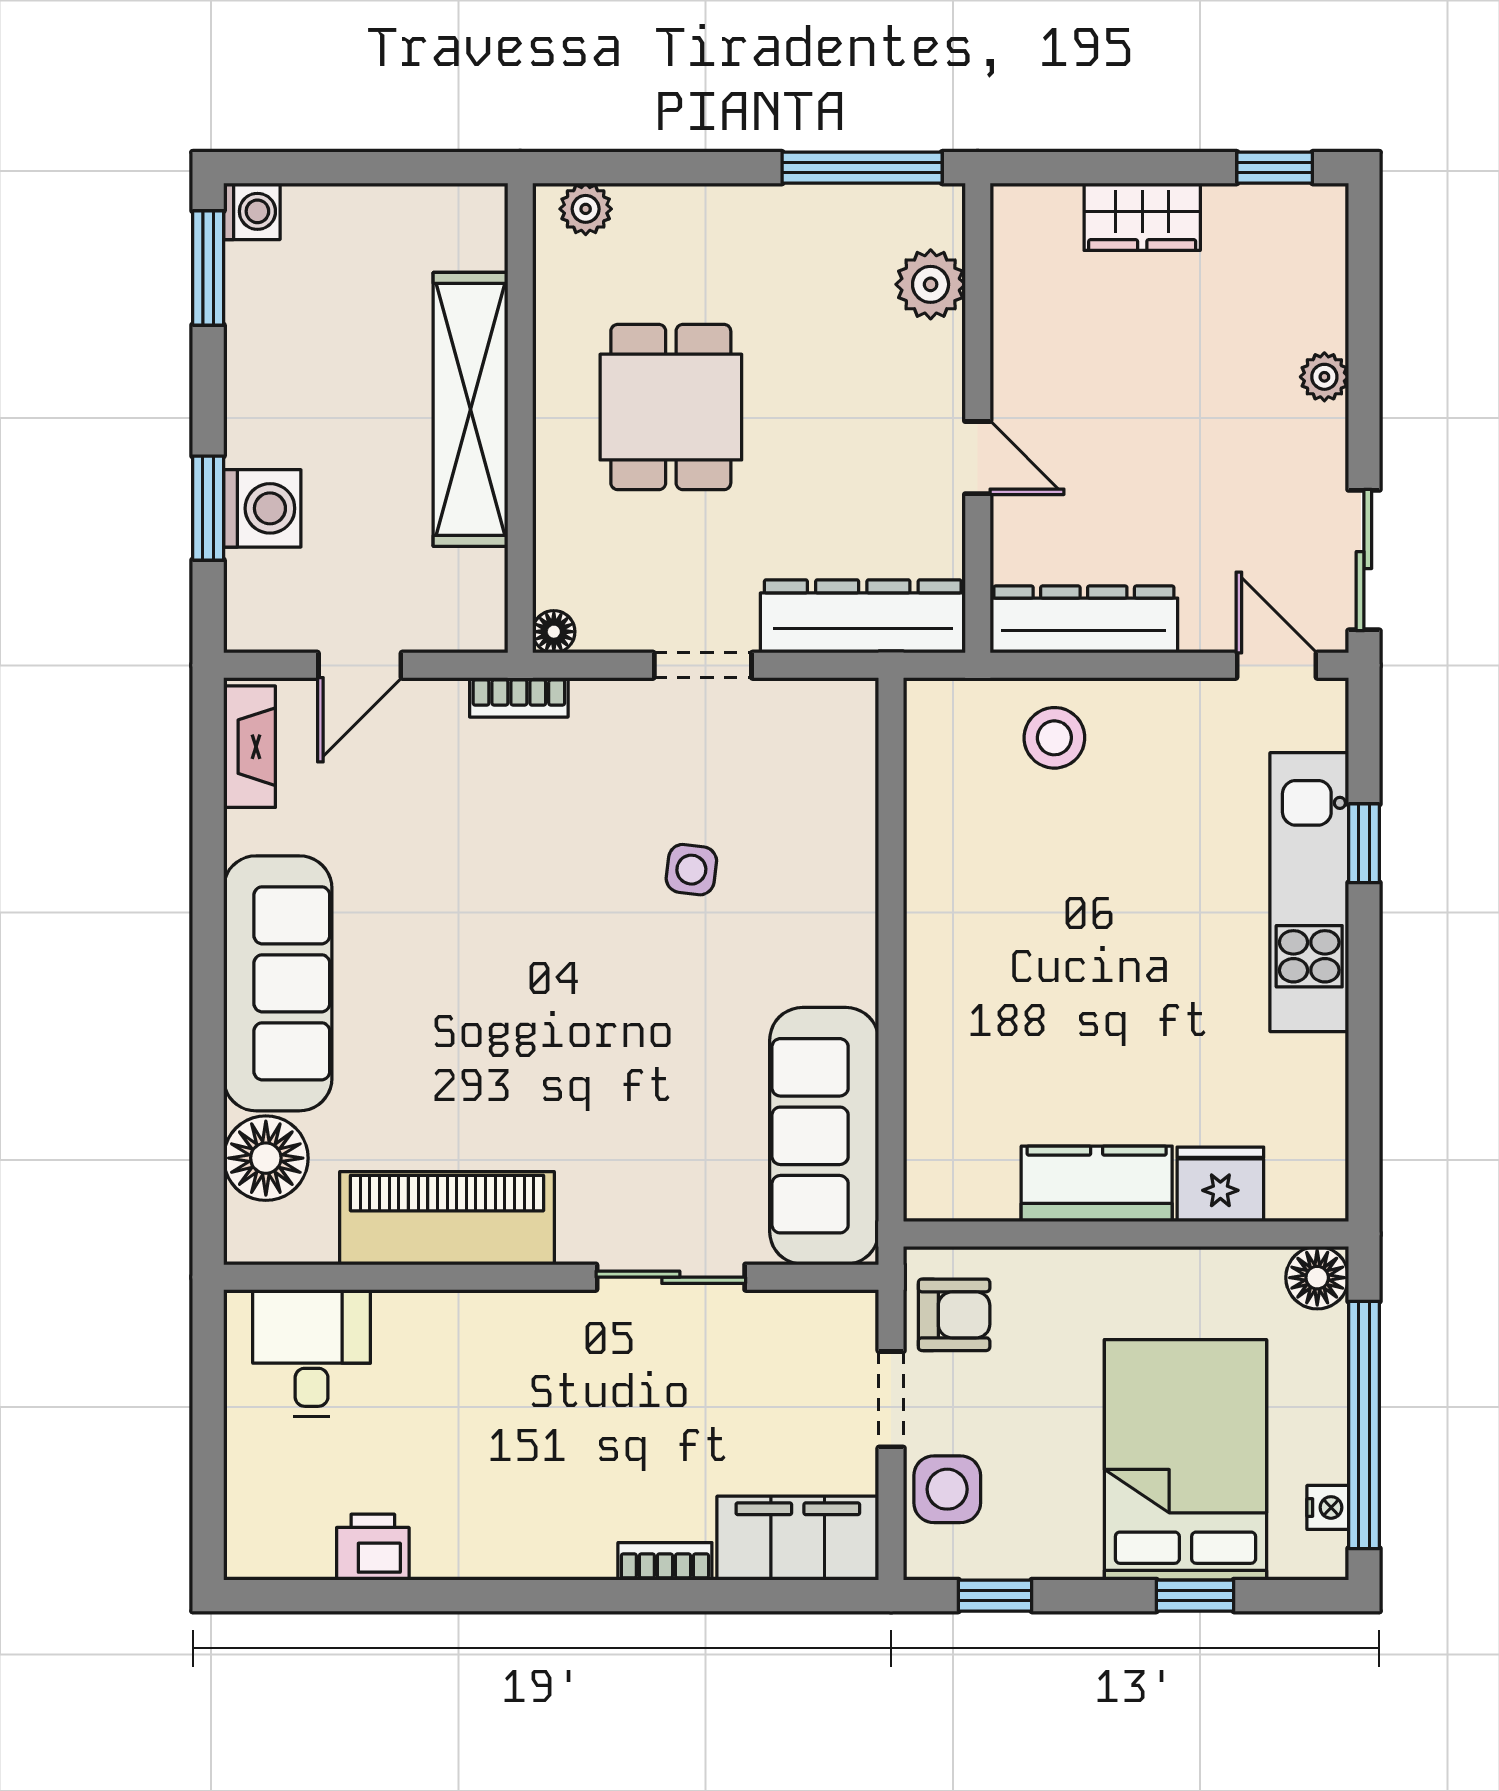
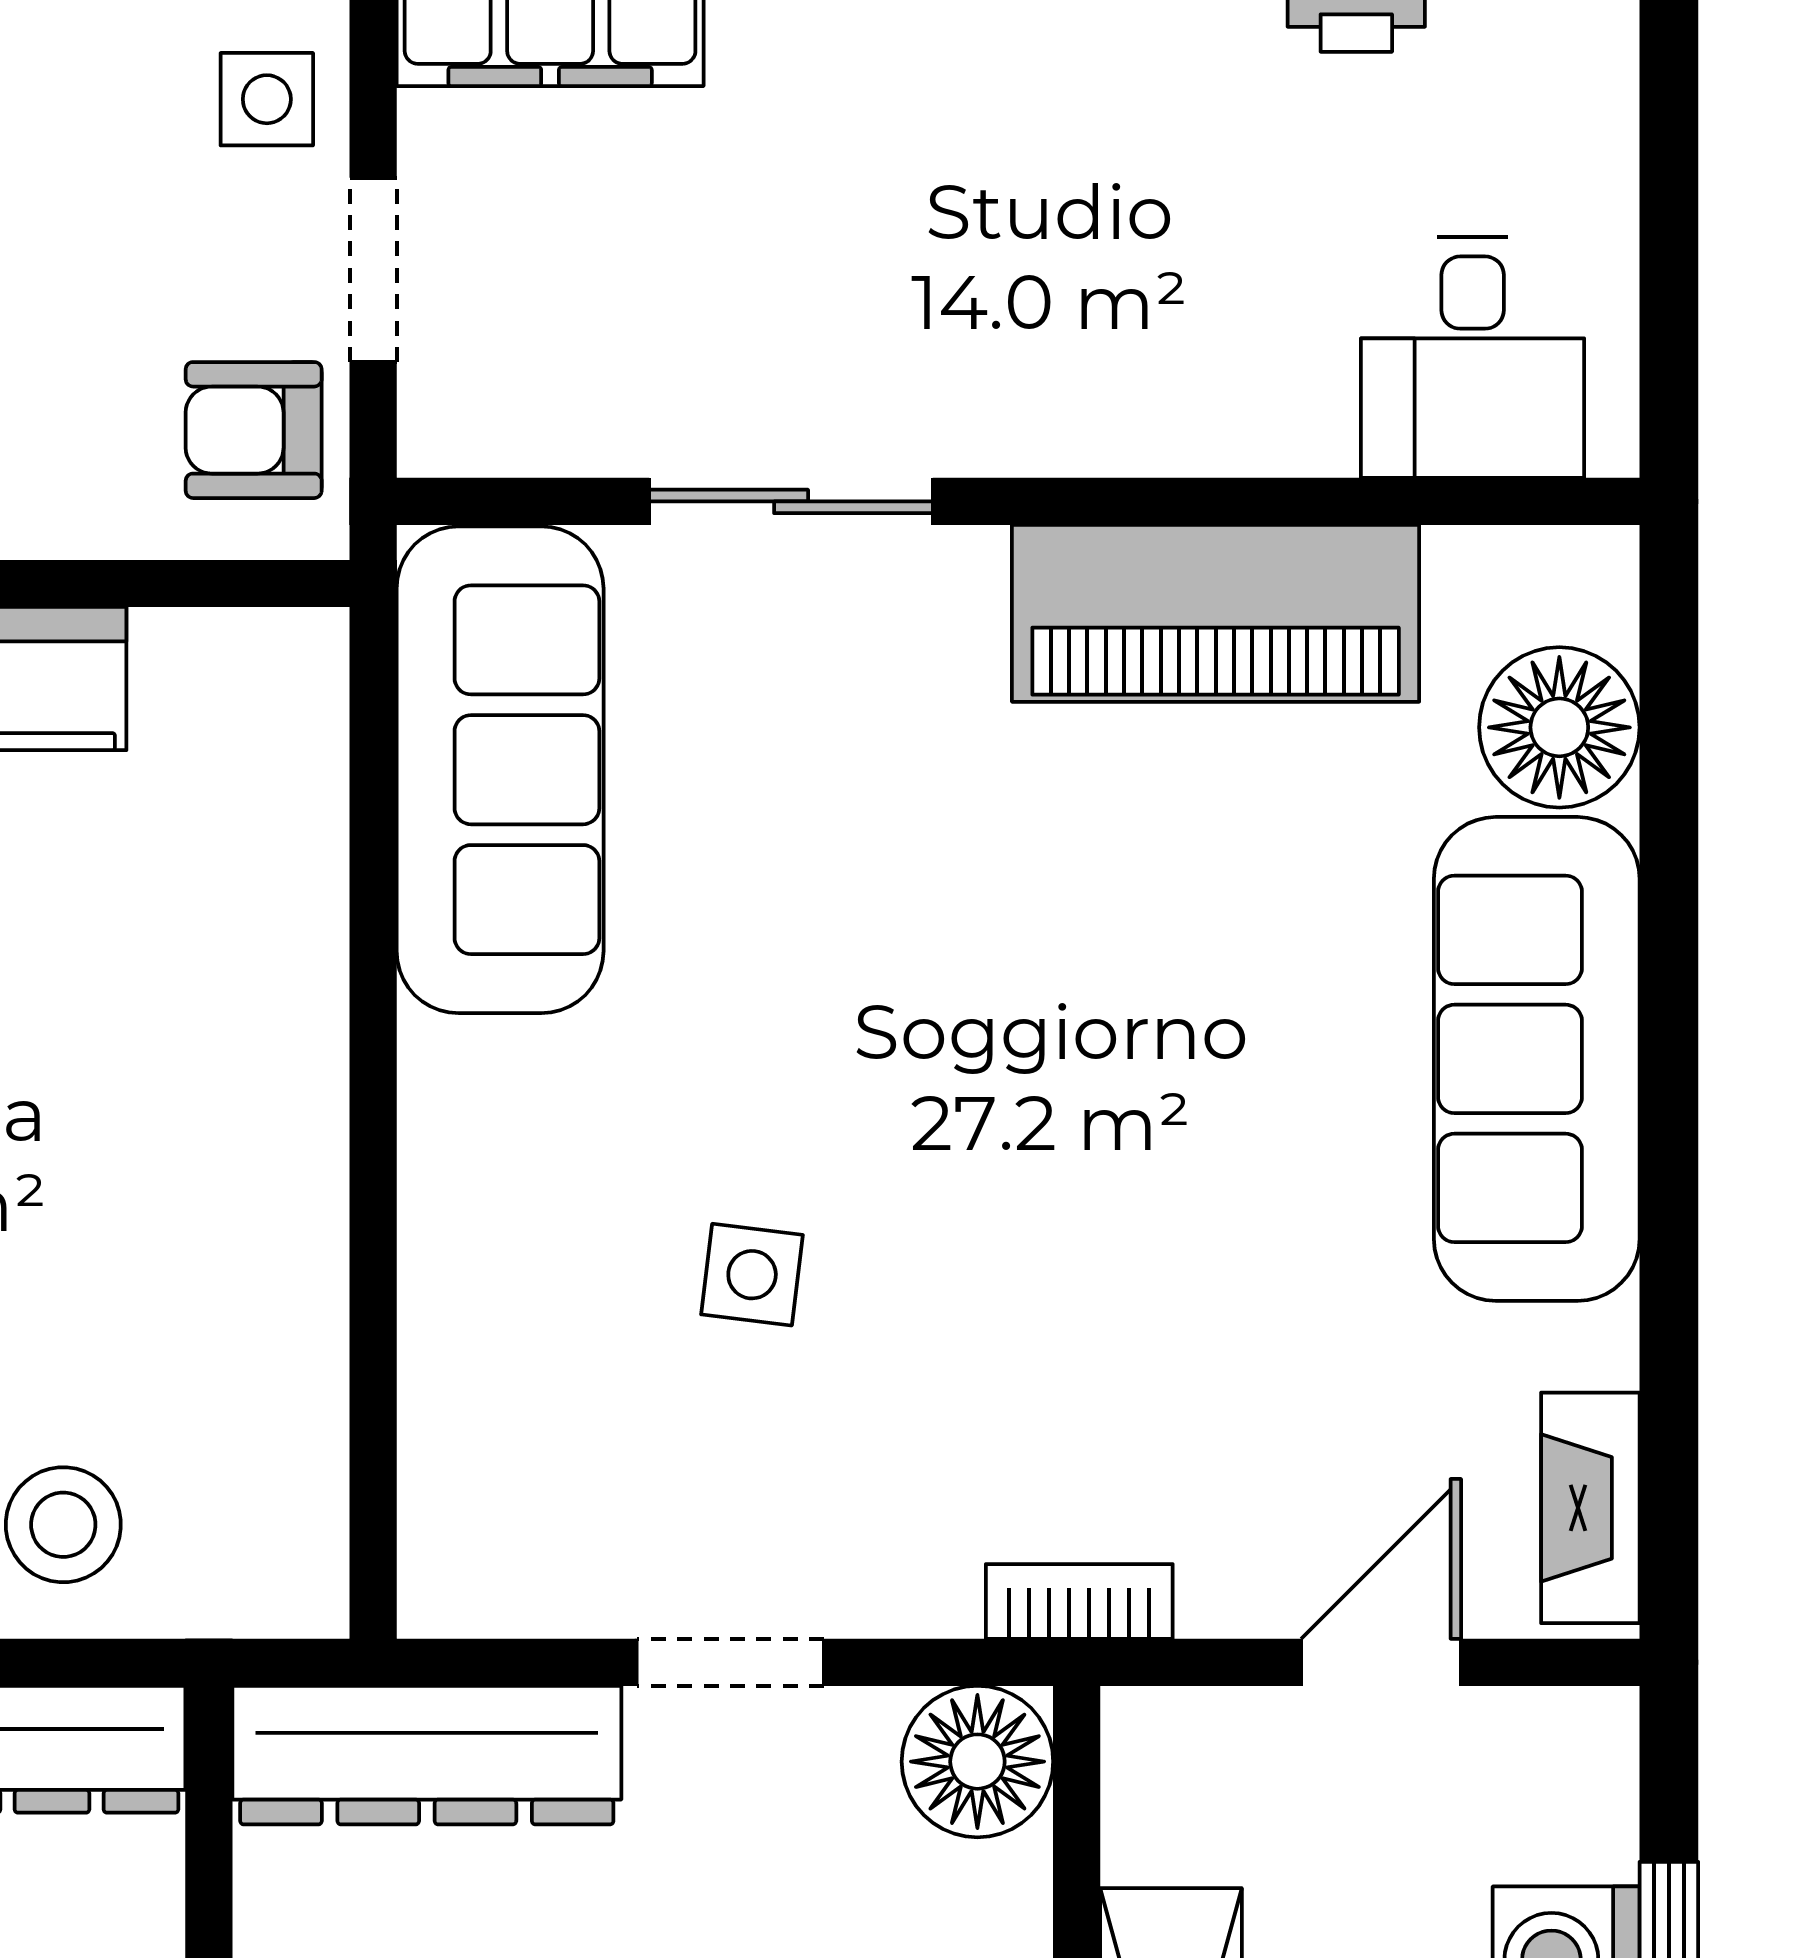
floor lamp: (554, 632) -> (977, 1762), width x1.89, depth x1.89
side table: (947, 1489) -> (267, 99), width x0.73, depth x0.73

